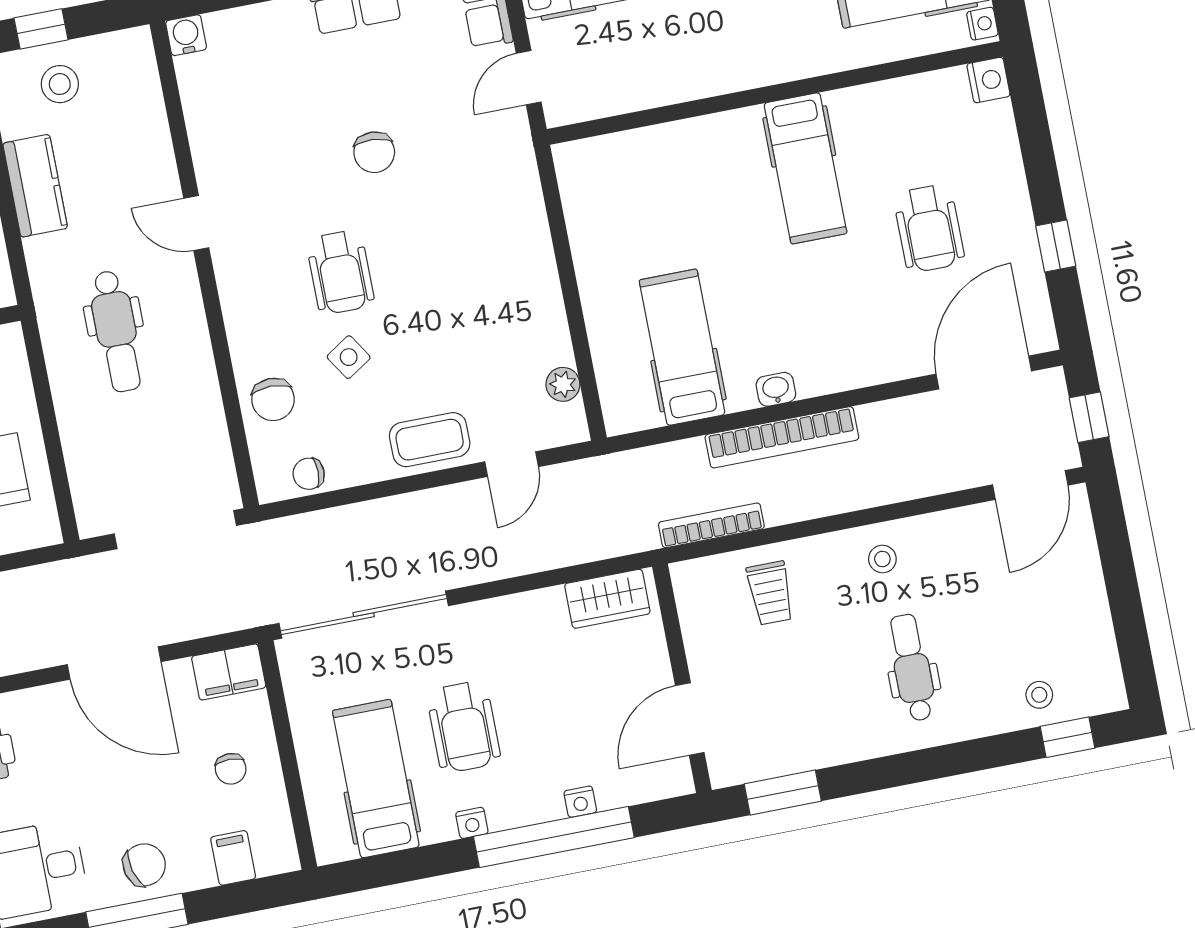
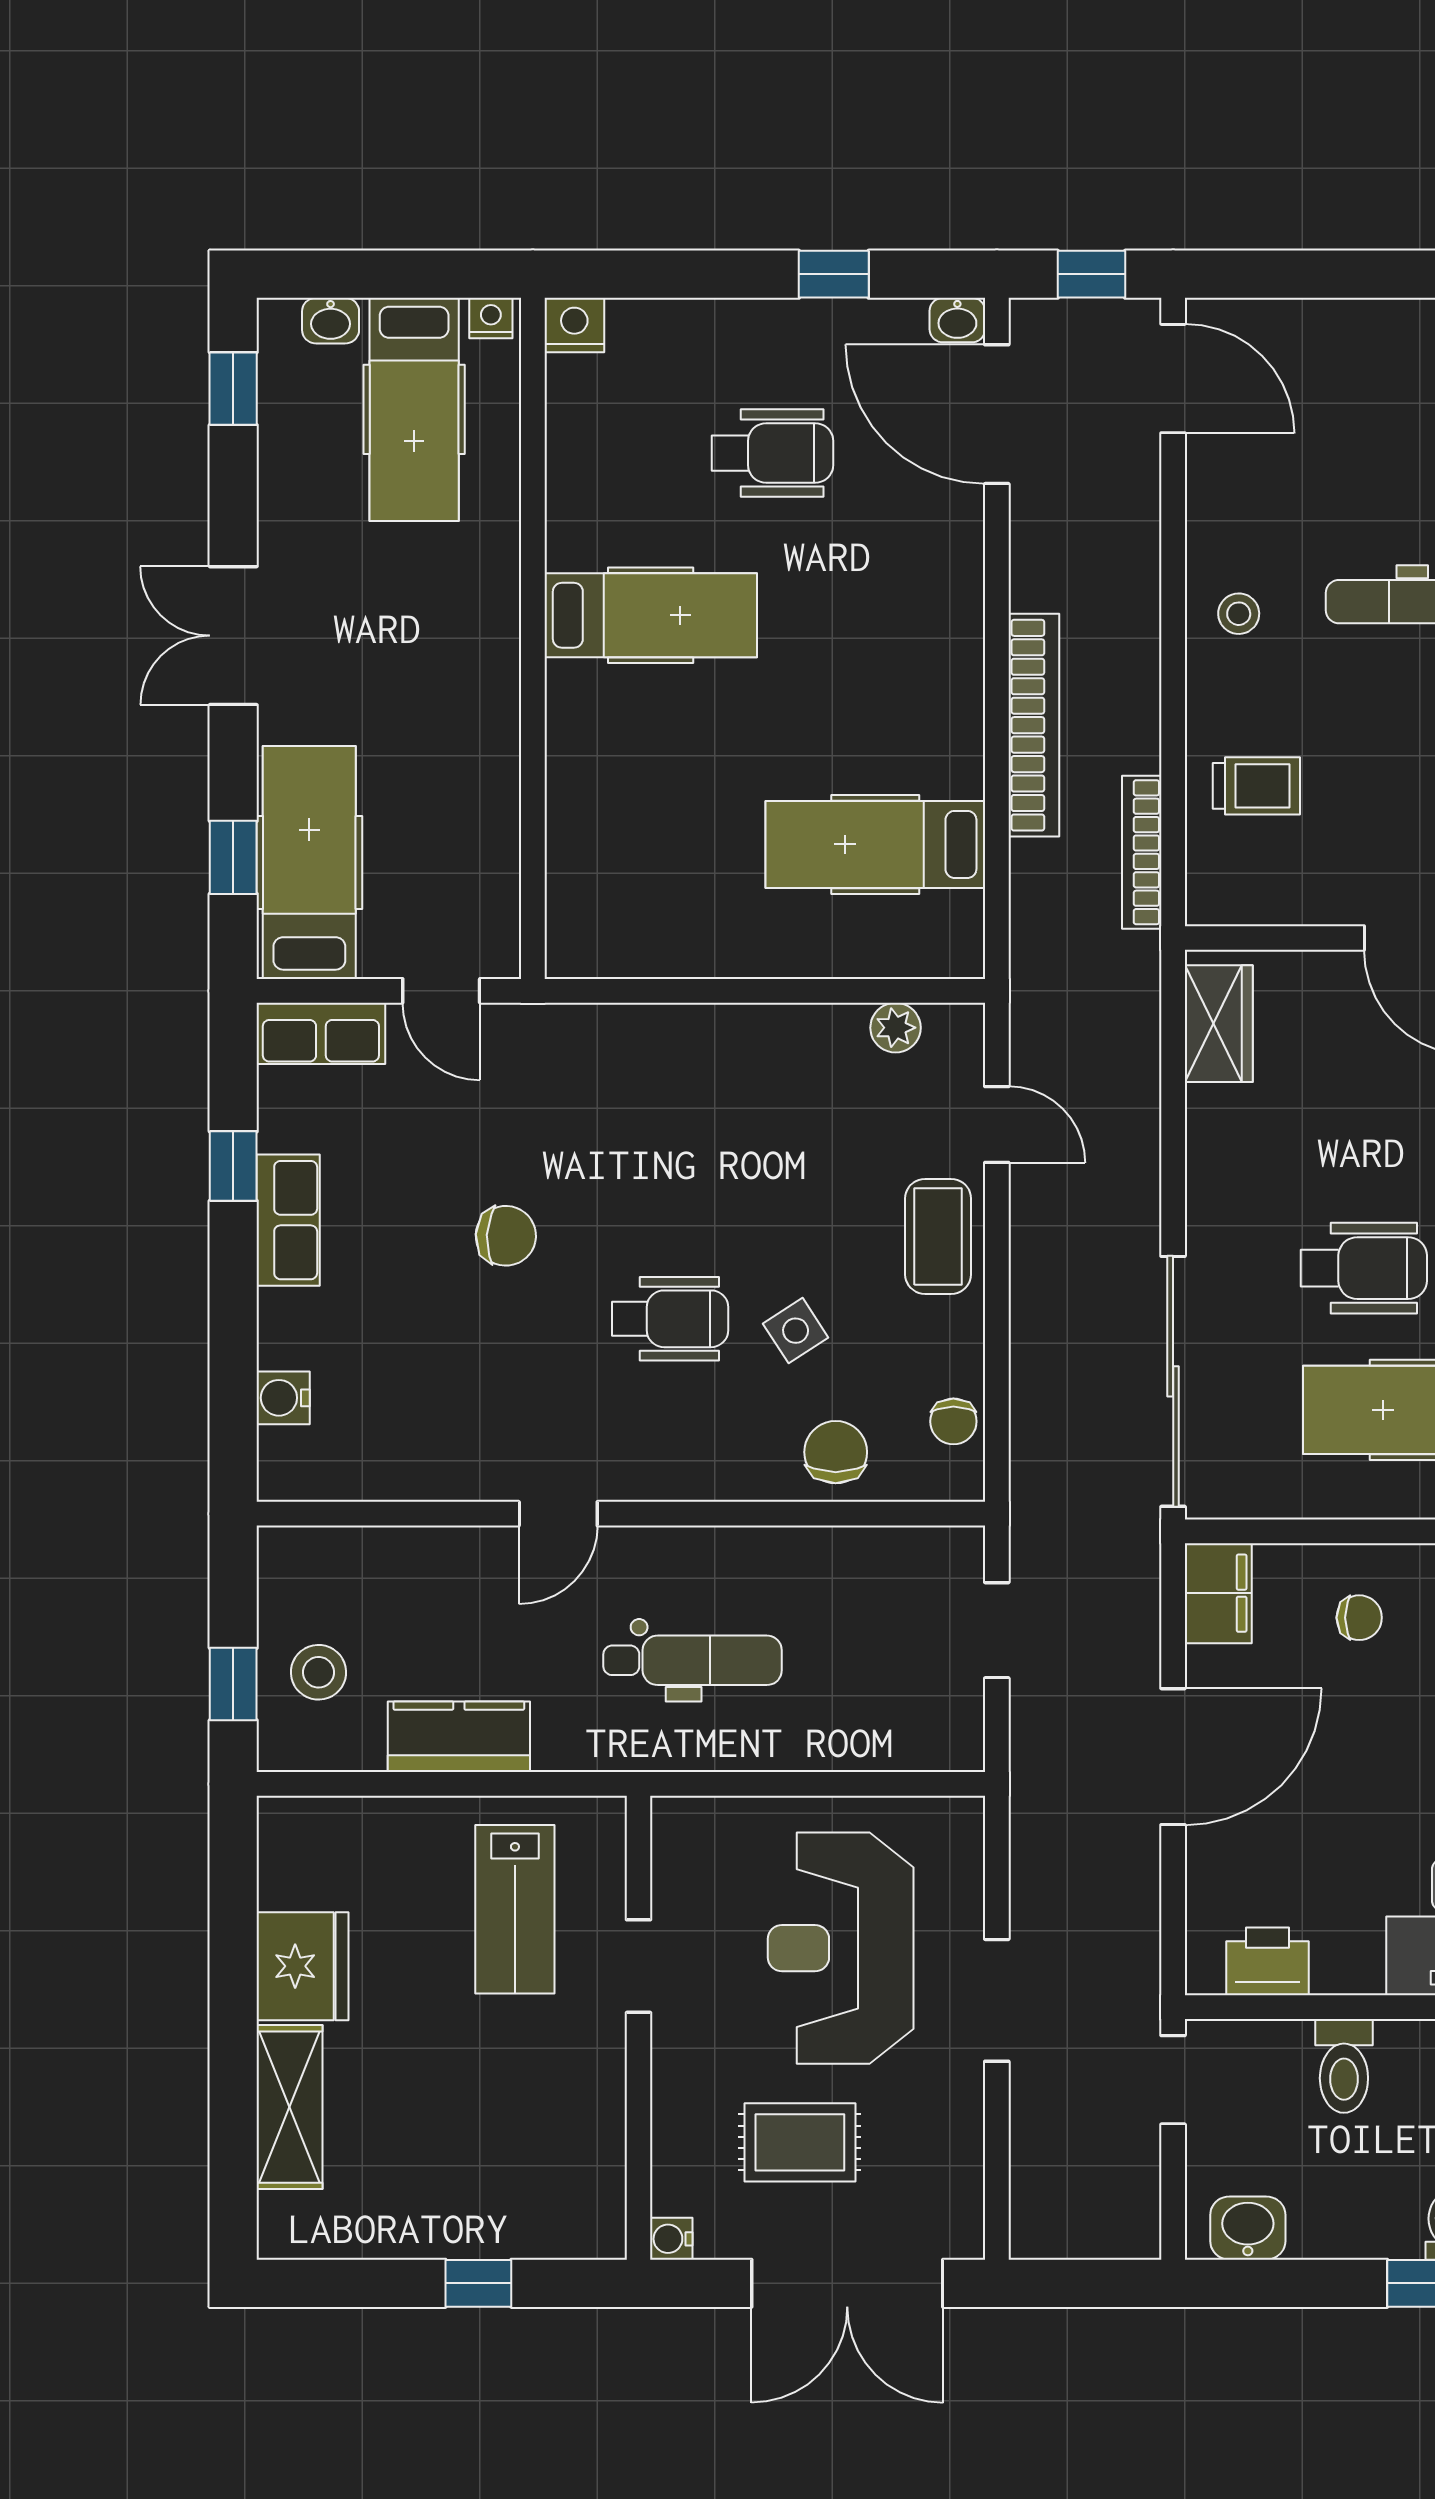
water cooler: (186, 35) -> (283, 1398), moved
washbasin: (776, 389) -> (957, 320), moved, turned -90
chair: (273, 399) -> (836, 1452), turned -90
doorway: (175, 530) -> (997, 1630), width x0.53

